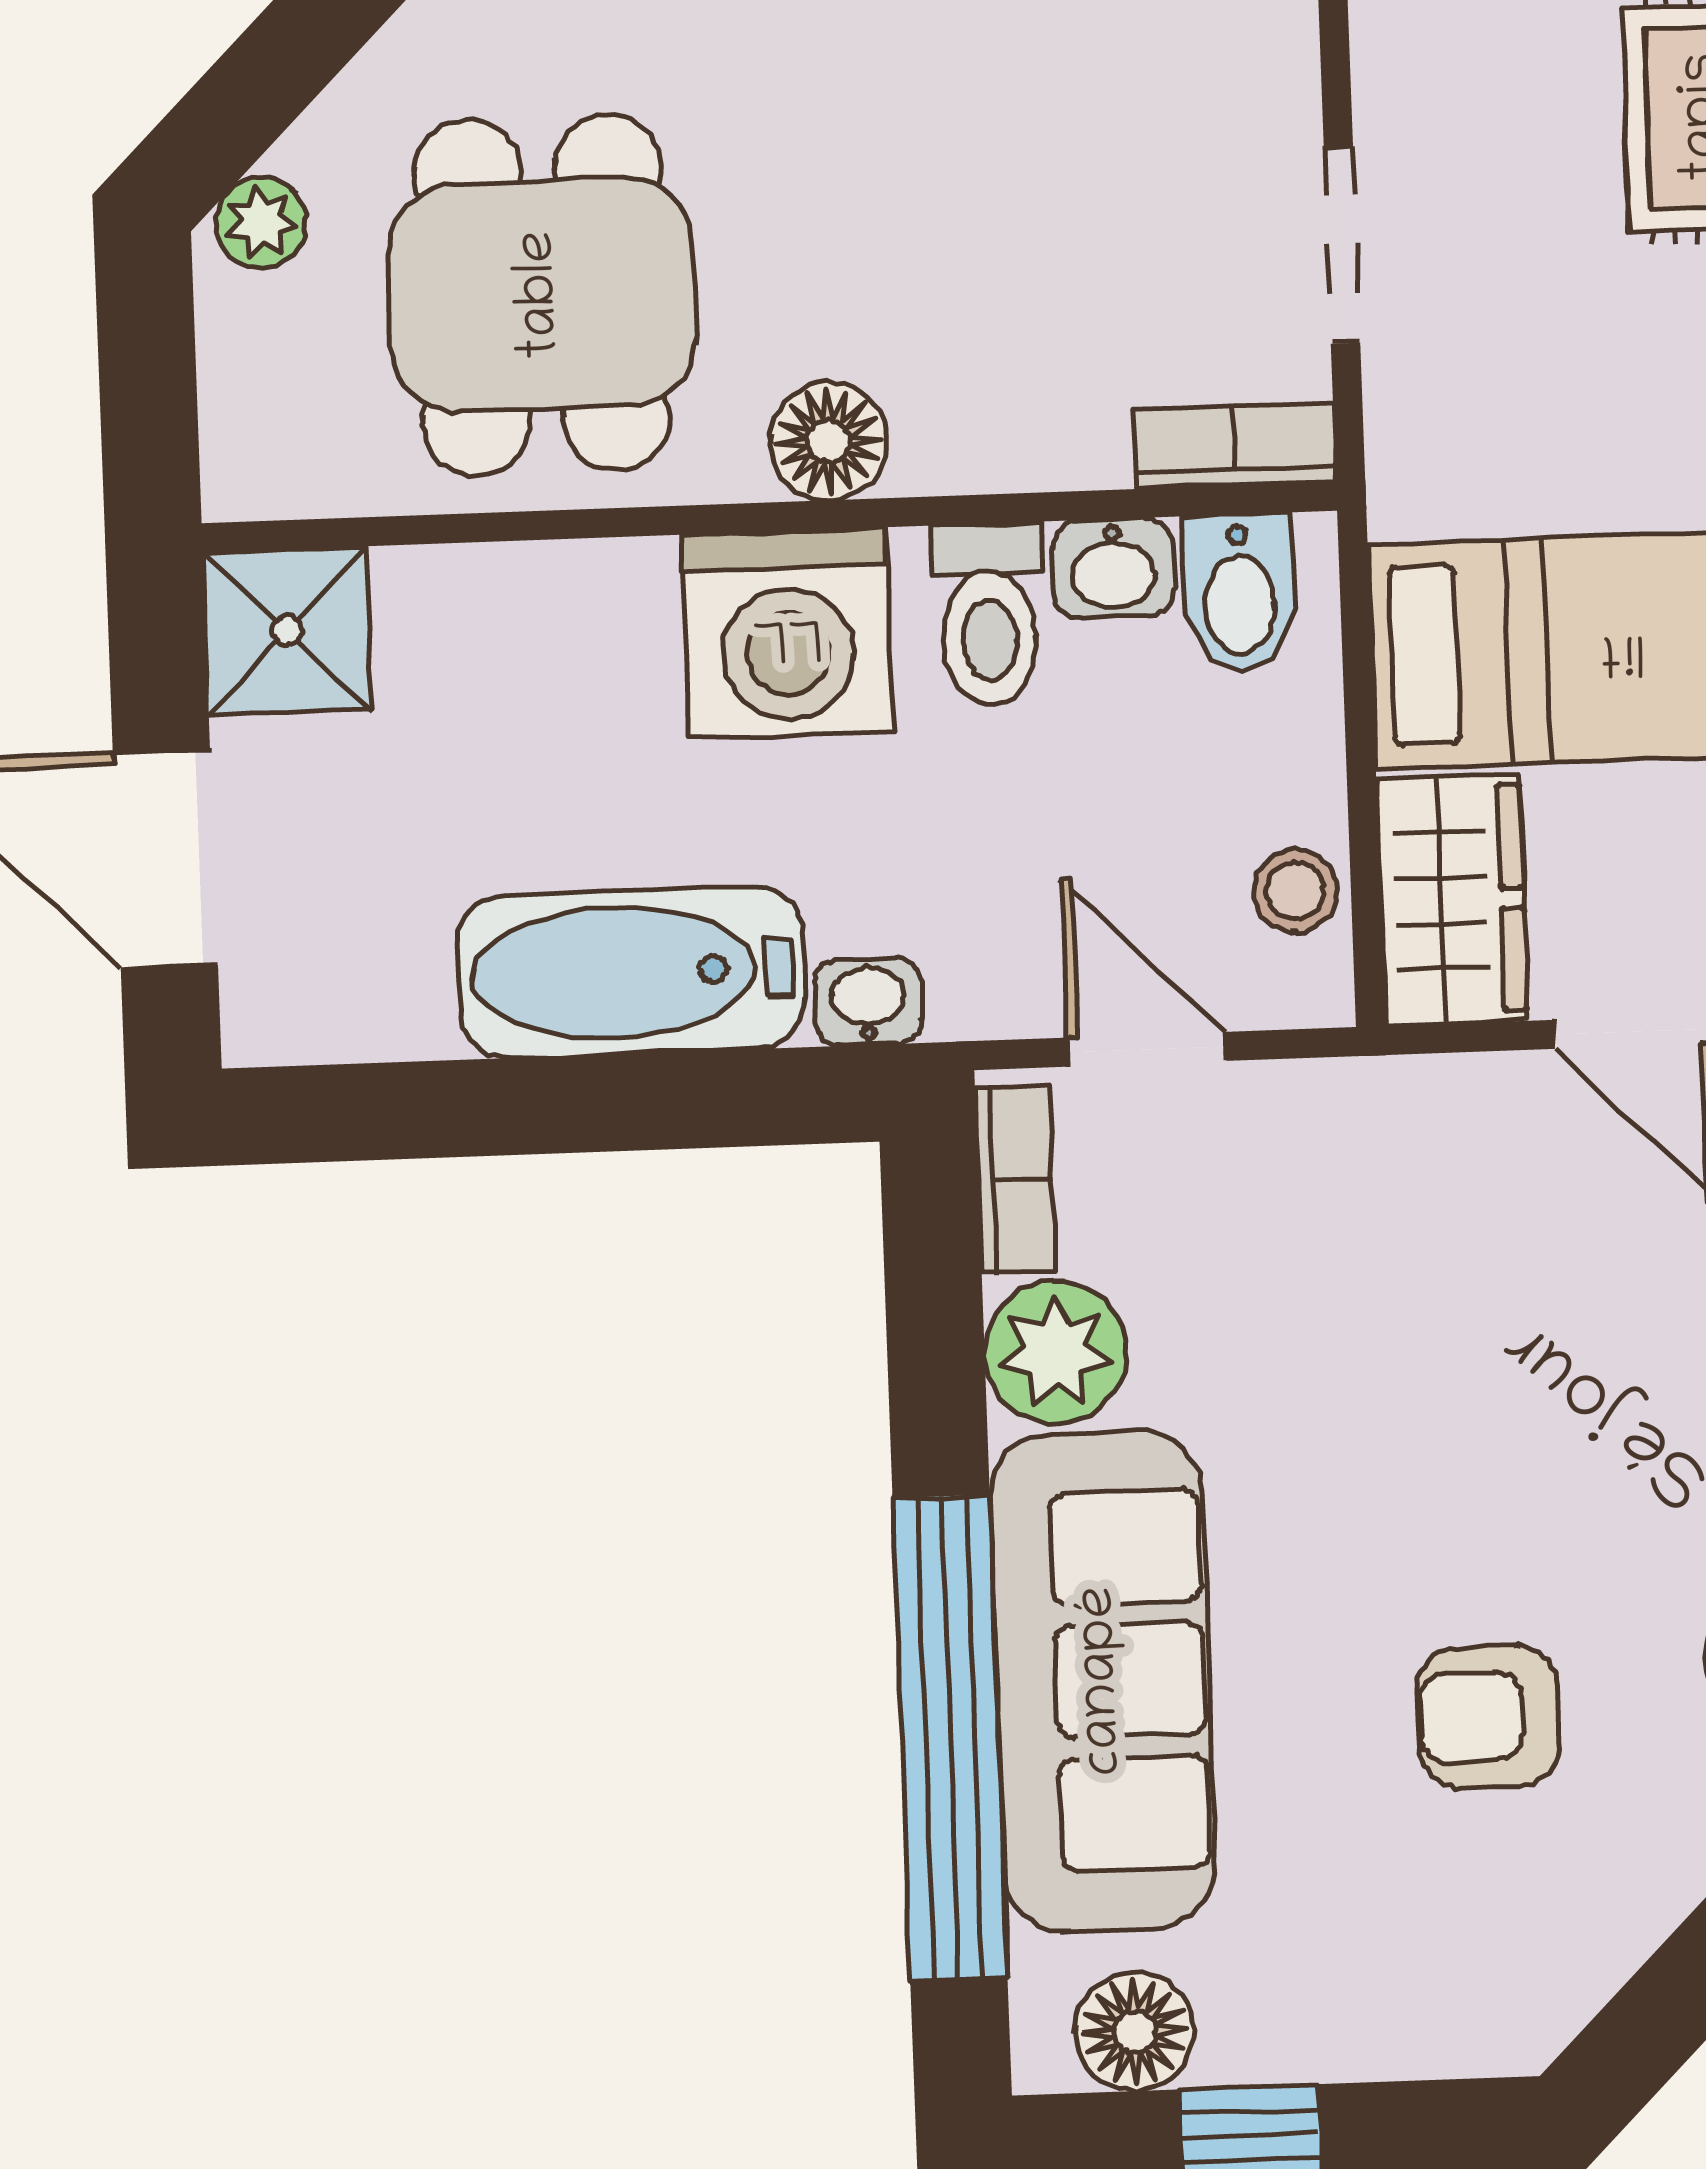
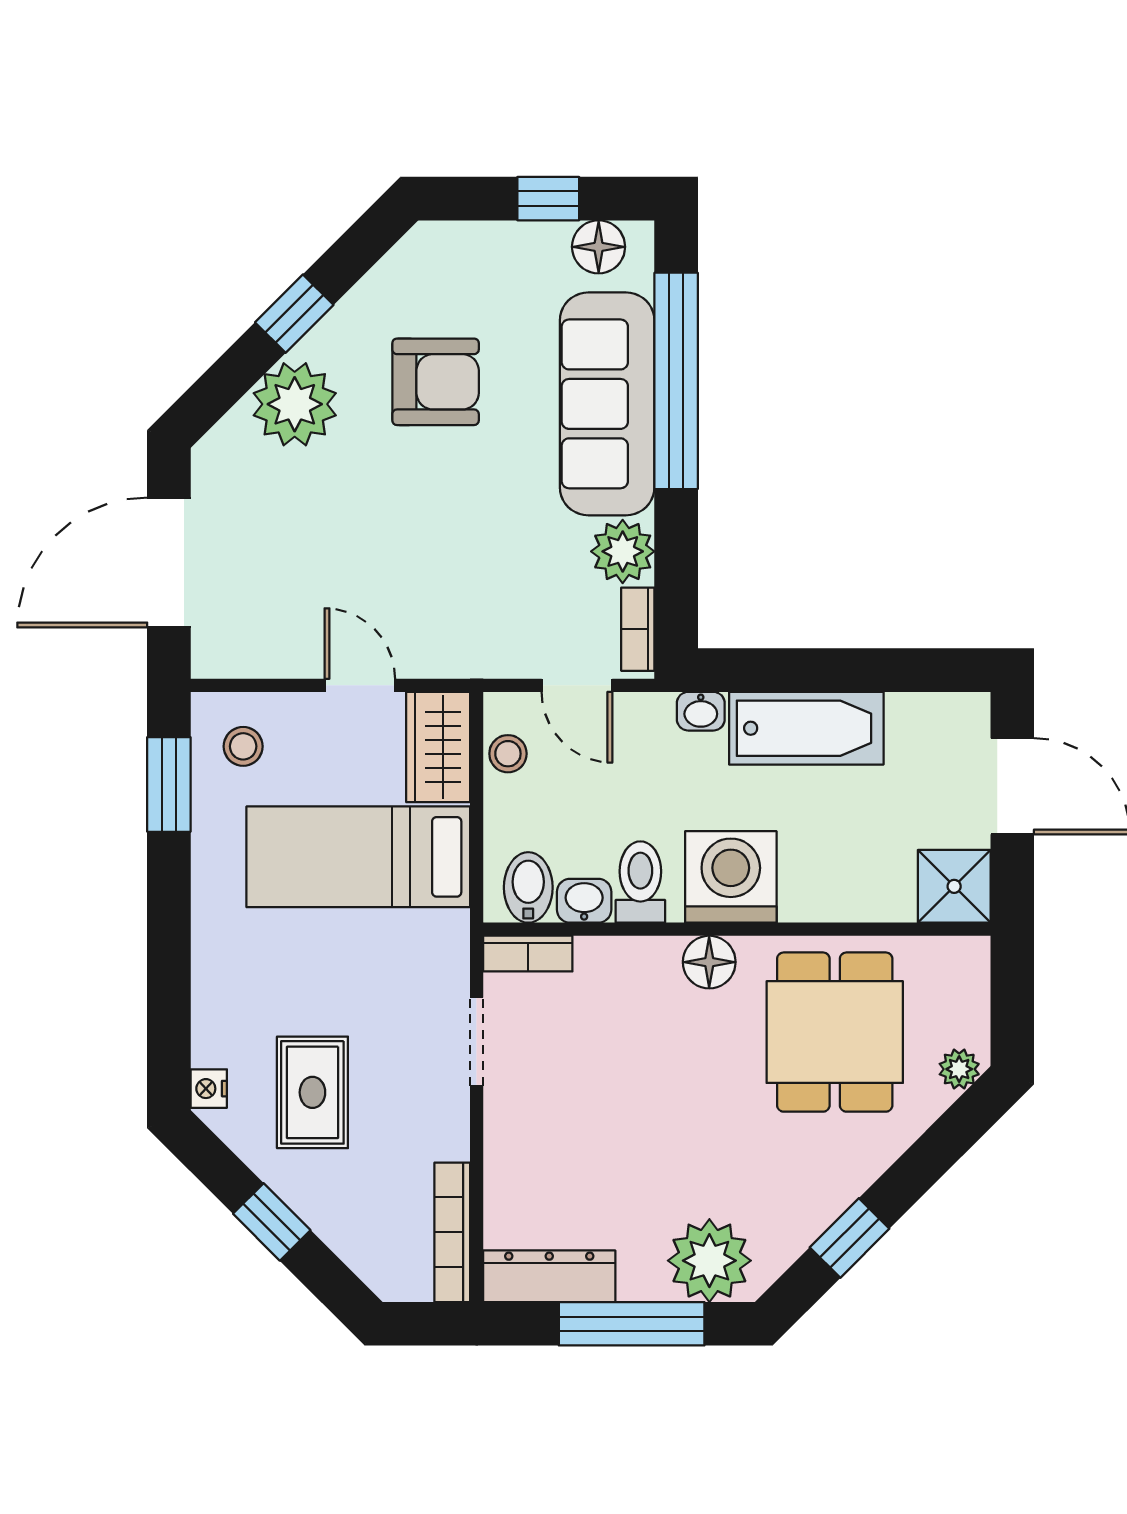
armchair: (1488, 1716) -> (436, 382), width x1.38, depth x1.38

